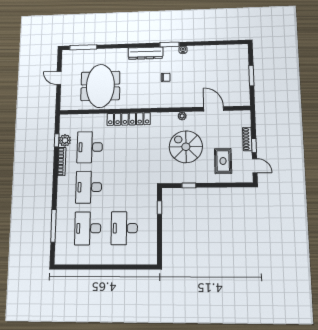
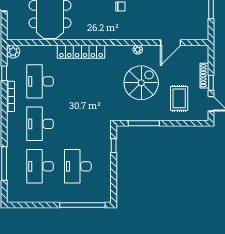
door: (214, 109) -> (171, 43), swing flipped
plant: (65, 140) -> (13, 52), moved
spiral stairs: (186, 147) -> (141, 83), turned 90
window: (189, 185) -> (144, 123), width x2.17
window: (128, 267) -> (82, 205), added

